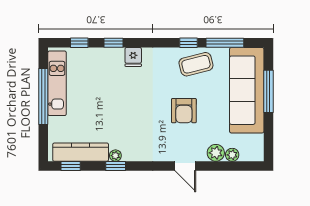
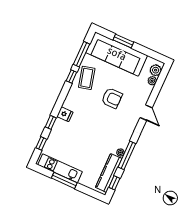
window: (268, 91) -> (123, 41), width x0.69
window: (43, 97) -> (64, 180), width x0.68
plant: (216, 153) -> (156, 70), moved
window: (116, 166) -> (127, 155), width x2.17
door: (185, 166) -> (146, 113), hinge flipped

